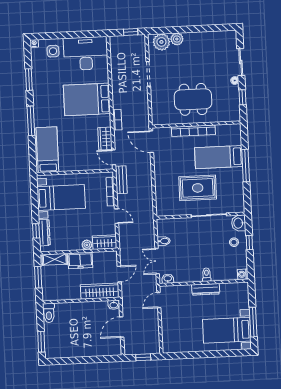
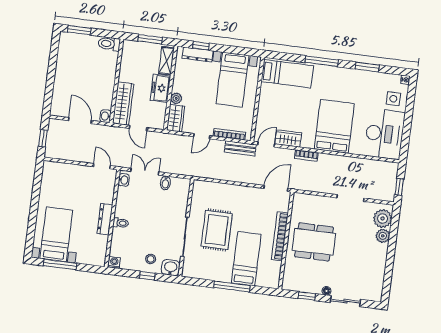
dining table: (193, 99) -> (314, 242), turned 90

